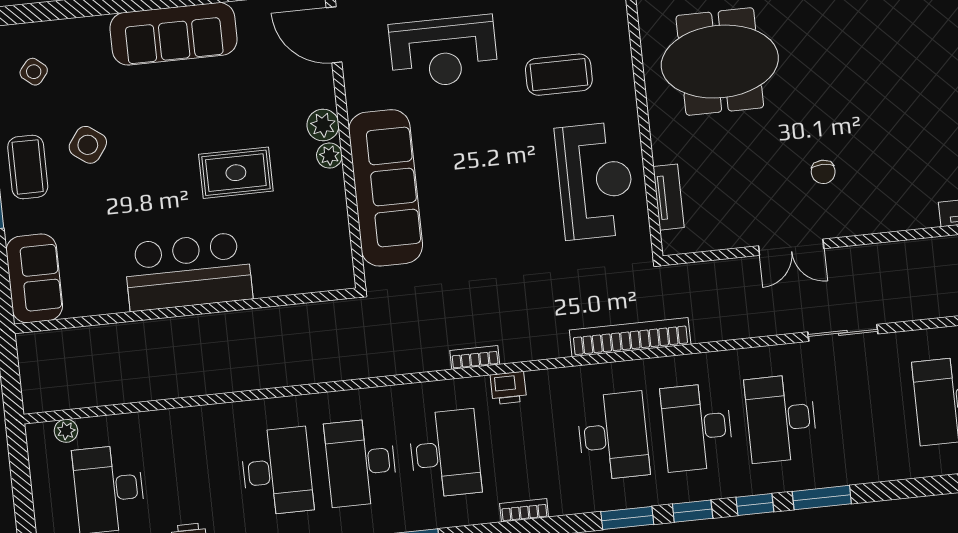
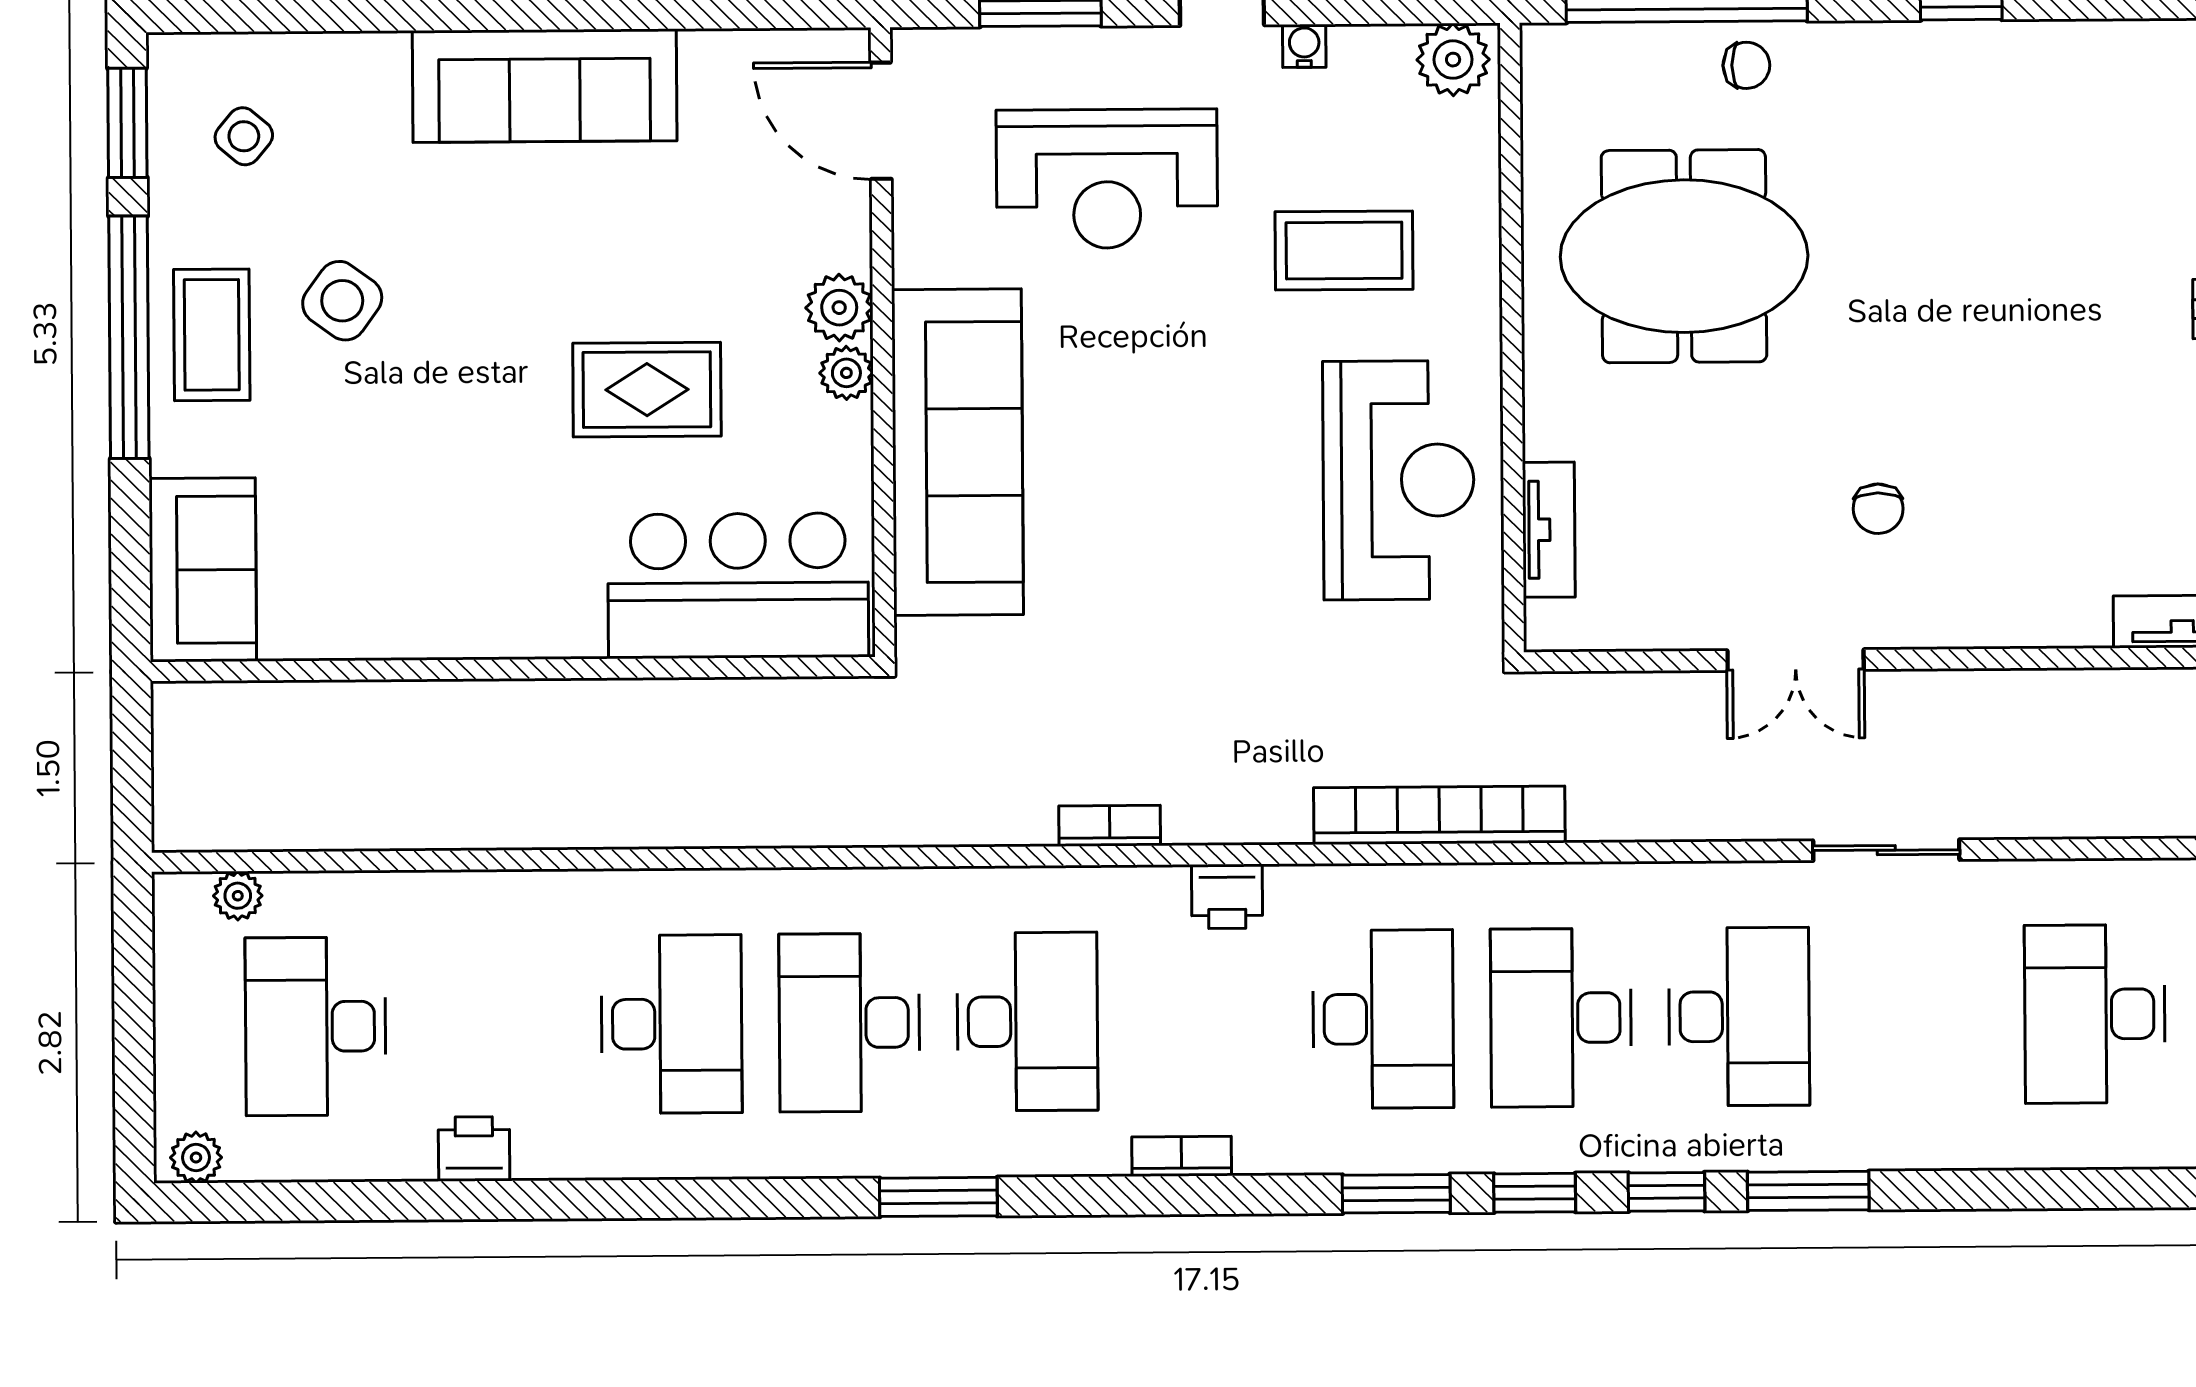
bar counter: (188, 272) -> (738, 586), moved
printer: (508, 388) -> (1227, 896), moved
desk: (781, 418) -> (1739, 1017), turned 180

